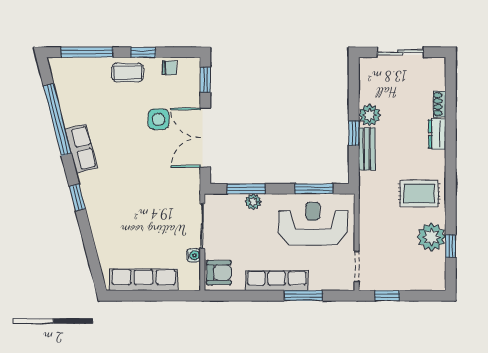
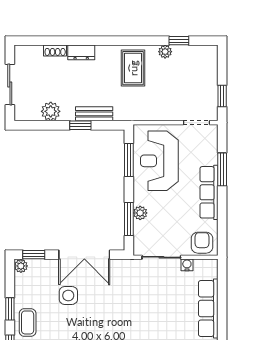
plant: (192, 65) -> (21, 266), added
chair: (169, 68) -> (24, 286), removed
plant: (370, 115) -> (51, 111), moved
plant: (431, 237) -> (165, 52), width x0.53, depth x0.53

